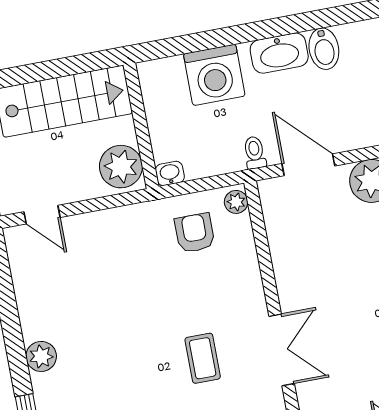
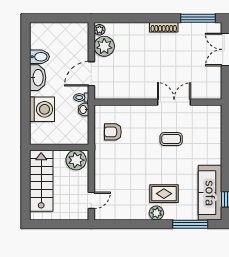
washbasin: (170, 173) -> (83, 110), moved
plant: (236, 202) -> (102, 110), removed
rug: (85, 365) -> (164, 194), added

